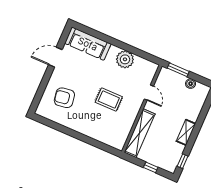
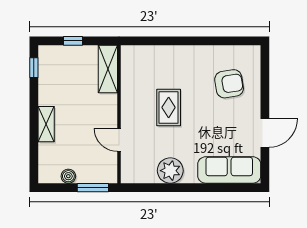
rug: (109, 99) -> (169, 107), turned 90
shelving: (186, 132) -> (46, 124), moved
shelving: (140, 133) -> (108, 69), width x0.68

